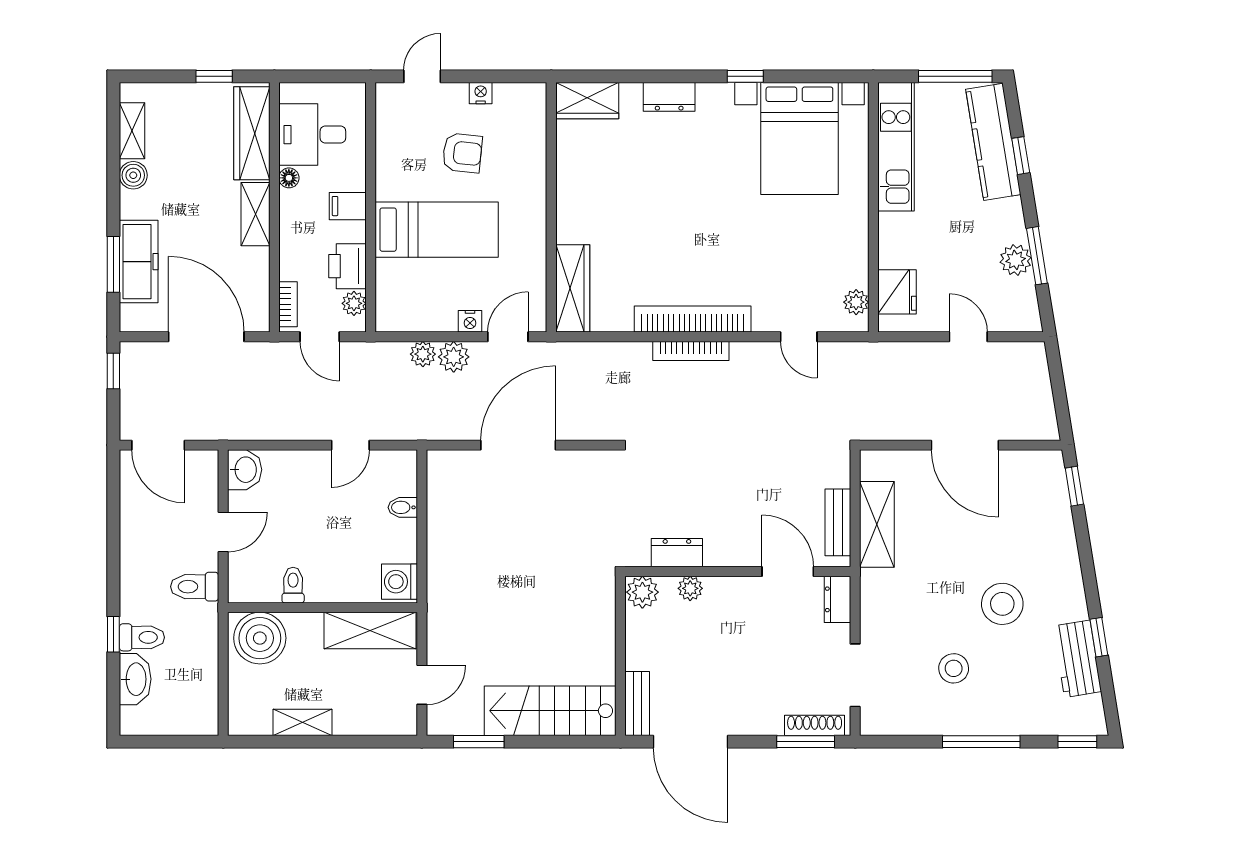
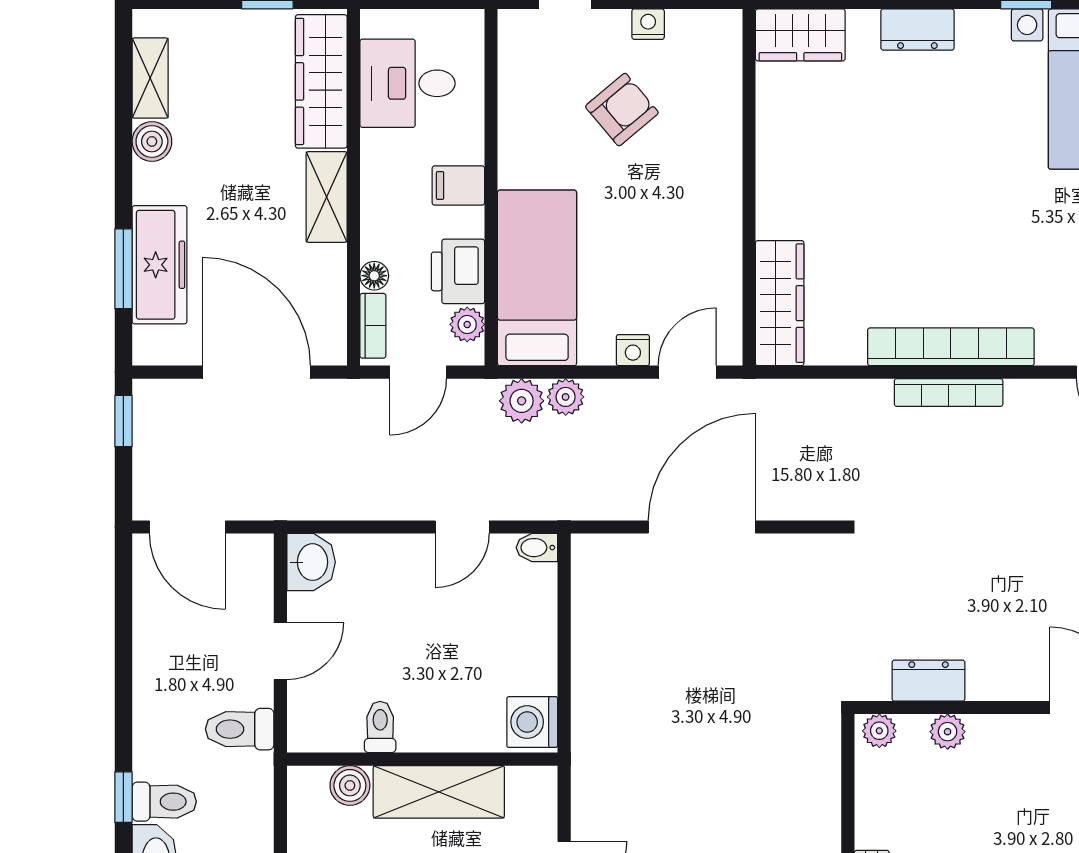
armchair: (462, 153) -> (622, 110), turned -46
floor lamp: (289, 178) -> (374, 276), moved
bed: (437, 230) -> (537, 278), moved, turned -90
door: (320, 337) -> (418, 372), hinge flipped
plant: (454, 357) -> (522, 401), moved
bidet: (403, 507) -> (537, 548), moved
plant: (642, 592) -> (879, 731), width x0.73, depth x0.73
shelving: (370, 631) -> (439, 792), moved
boiler: (260, 638) -> (350, 785), width x0.54, depth x0.54

